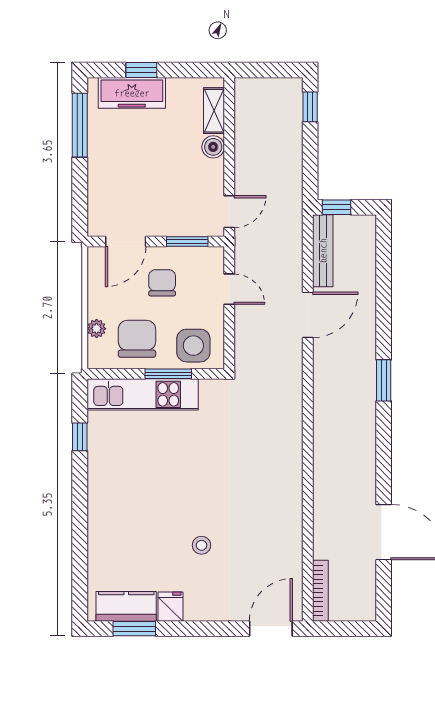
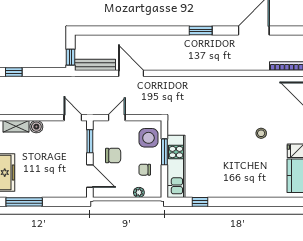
chair: (162, 283) -> (113, 155), turned 180
chair: (137, 339) -> (145, 170), width x0.54, depth x0.54
window: (384, 380) -> (201, 30), moved

